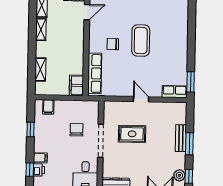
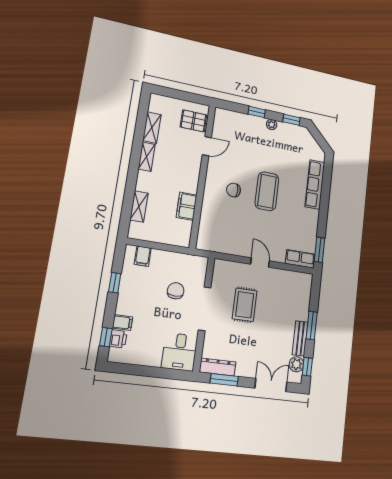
row of seats: (95, 73) -> (315, 184), moved, turned 180
filing cabinet: (76, 85) -> (187, 206), moved
rug: (132, 134) -> (245, 305), turned 90
bench: (181, 138) -> (300, 338), moved

